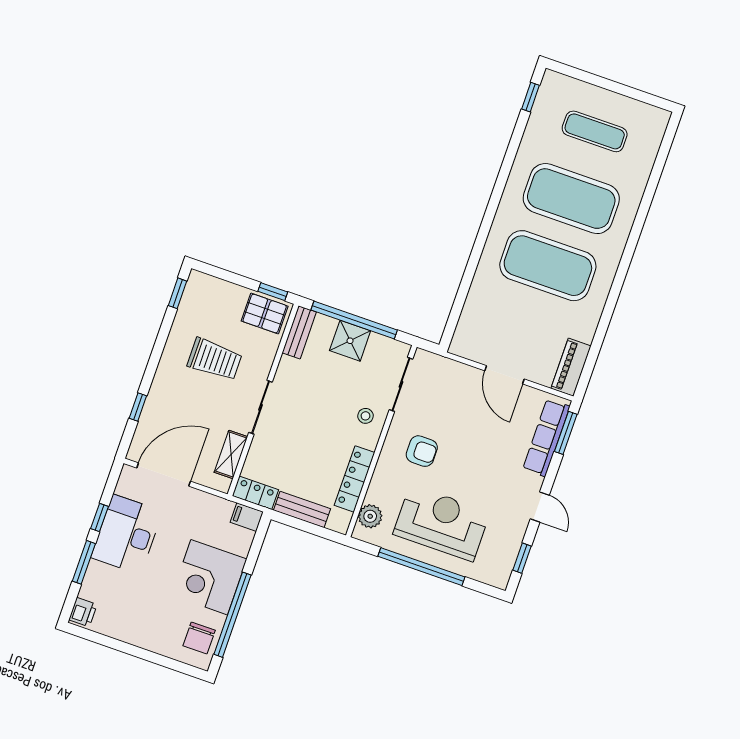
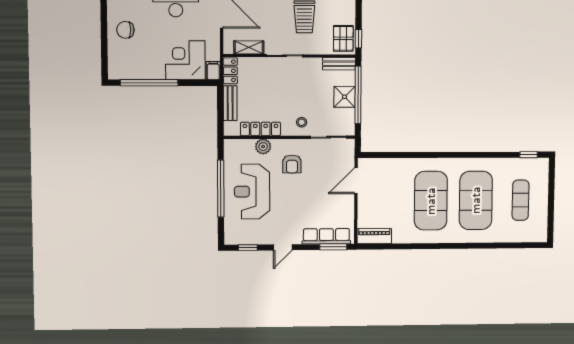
door: (505, 375) -> (356, 181), moved
plant: (370, 516) -> (263, 147), moved
reception desk: (442, 523) -> (252, 192), turned 180
corner desk: (209, 577) -> (185, 60), moved
chair: (199, 638) -> (125, 30), moved

